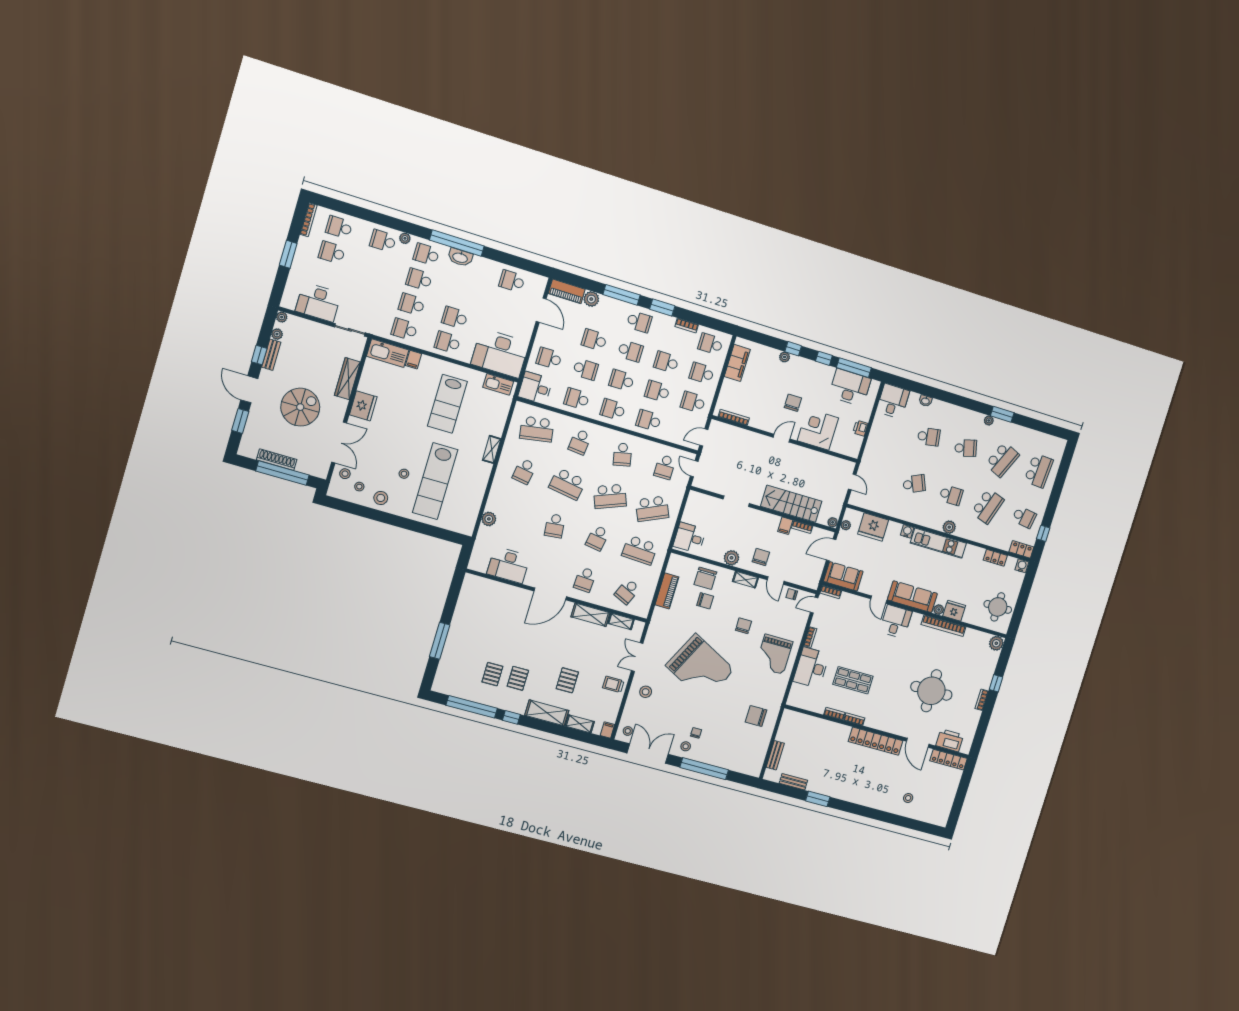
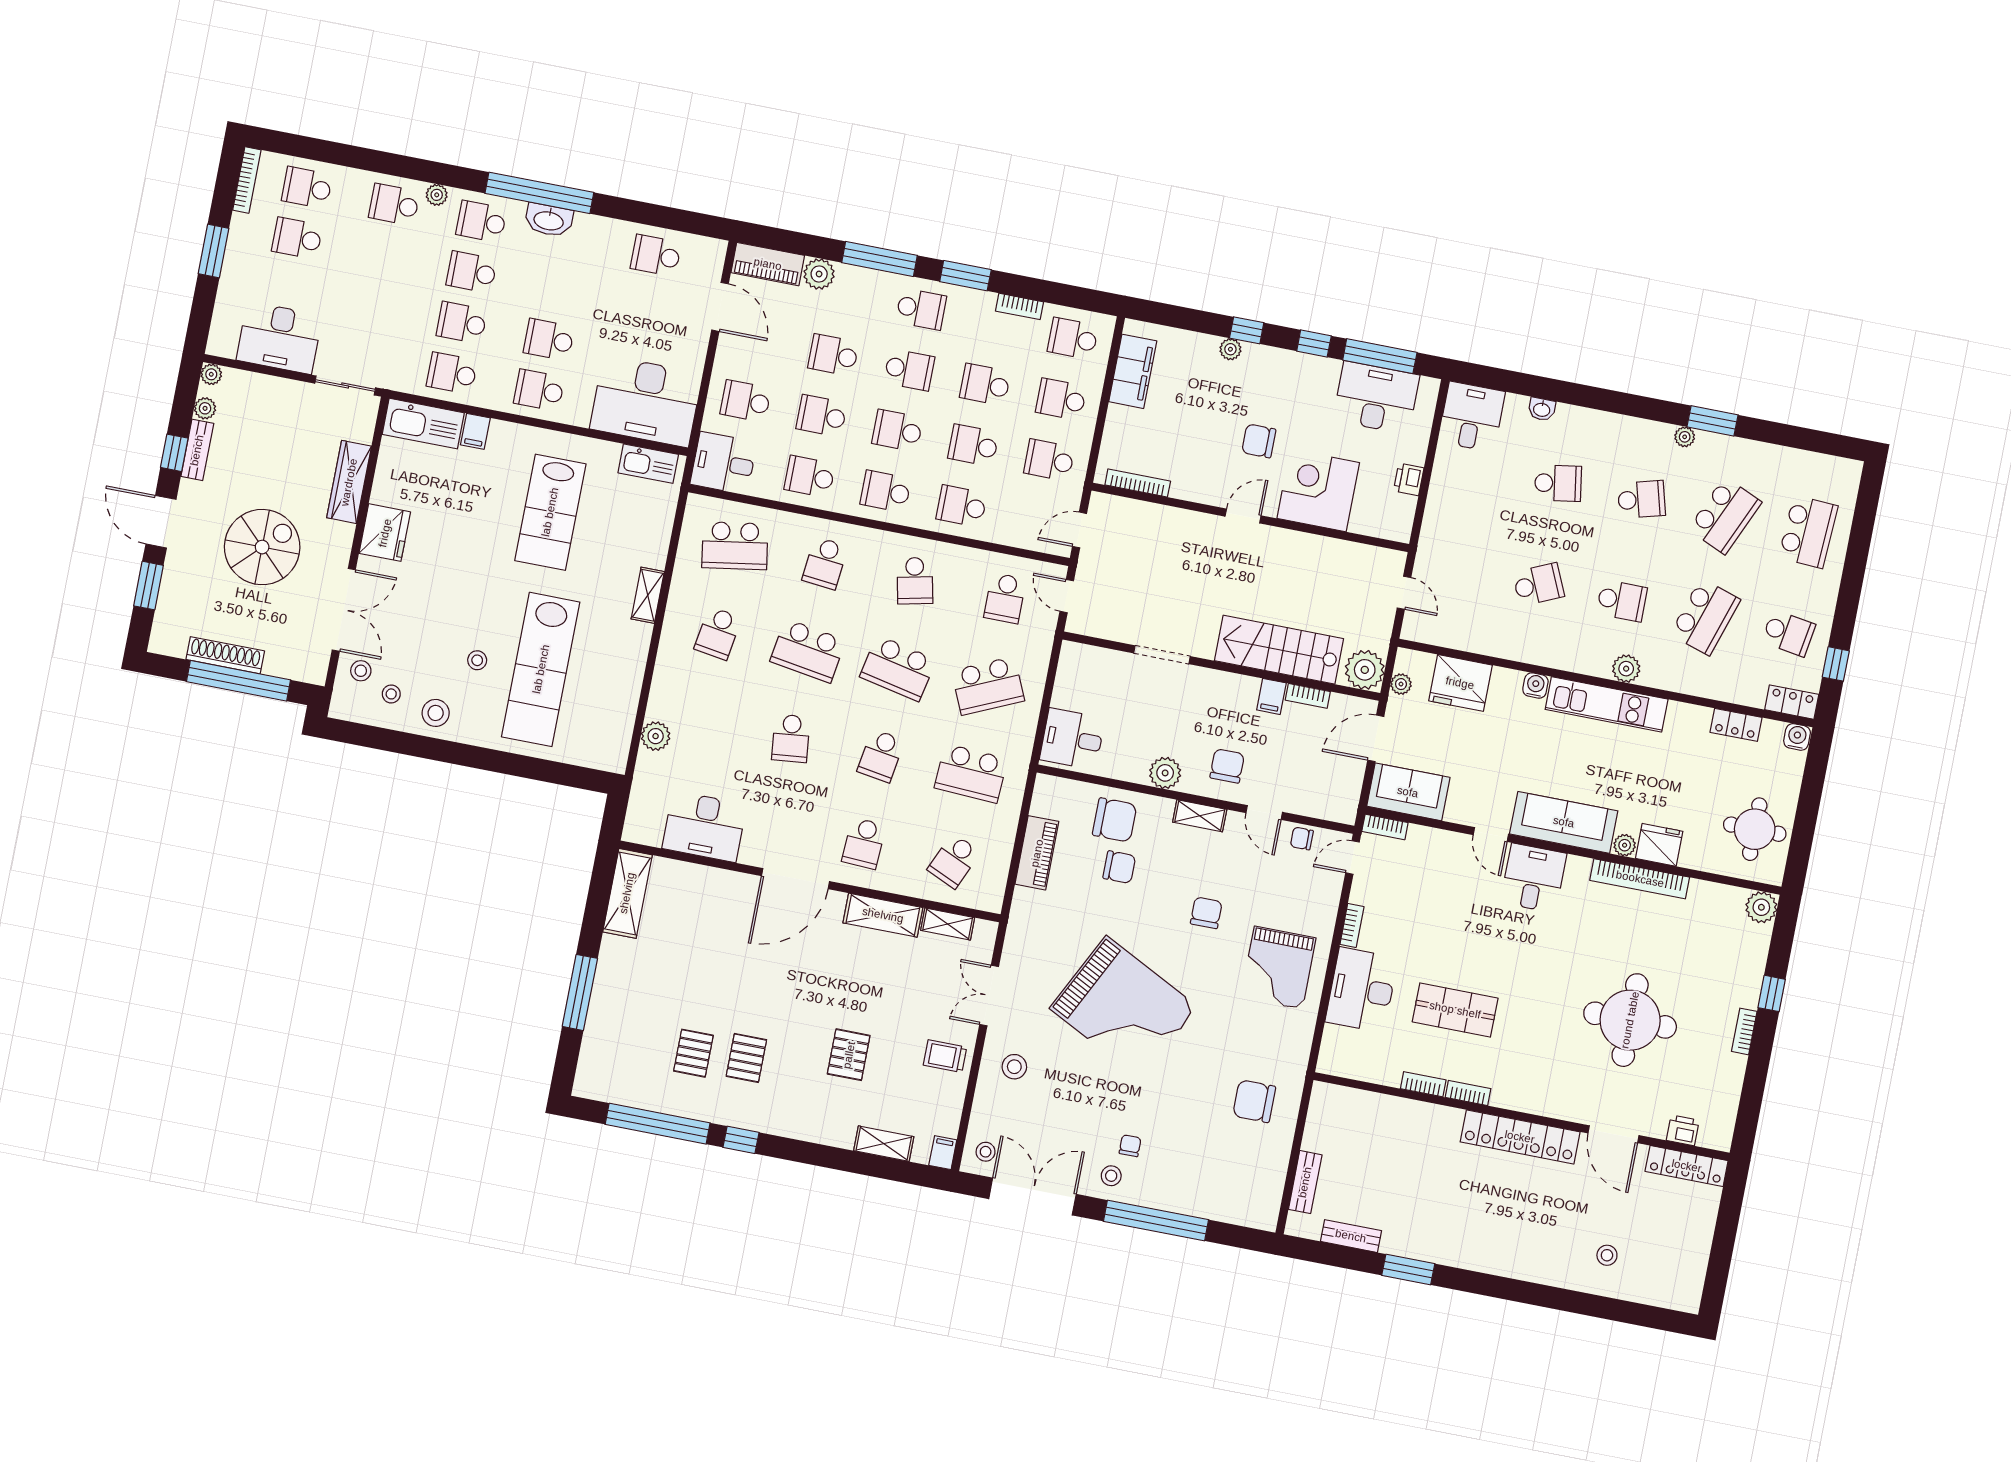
school desk: (585, 369) -> (822, 416), turned 180
chair: (793, 403) -> (1259, 441), turned -90
school desk: (610, 496) -> (898, 668), turned 33
plant: (833, 522) -> (1365, 670), width x1.87, depth x1.87
chair: (705, 578) -> (1115, 820), turned -90
shelving: (547, 713) -> (627, 893), moved, turned 90
printer: (950, 740) -> (1683, 1130), width x0.53, depth x0.68

